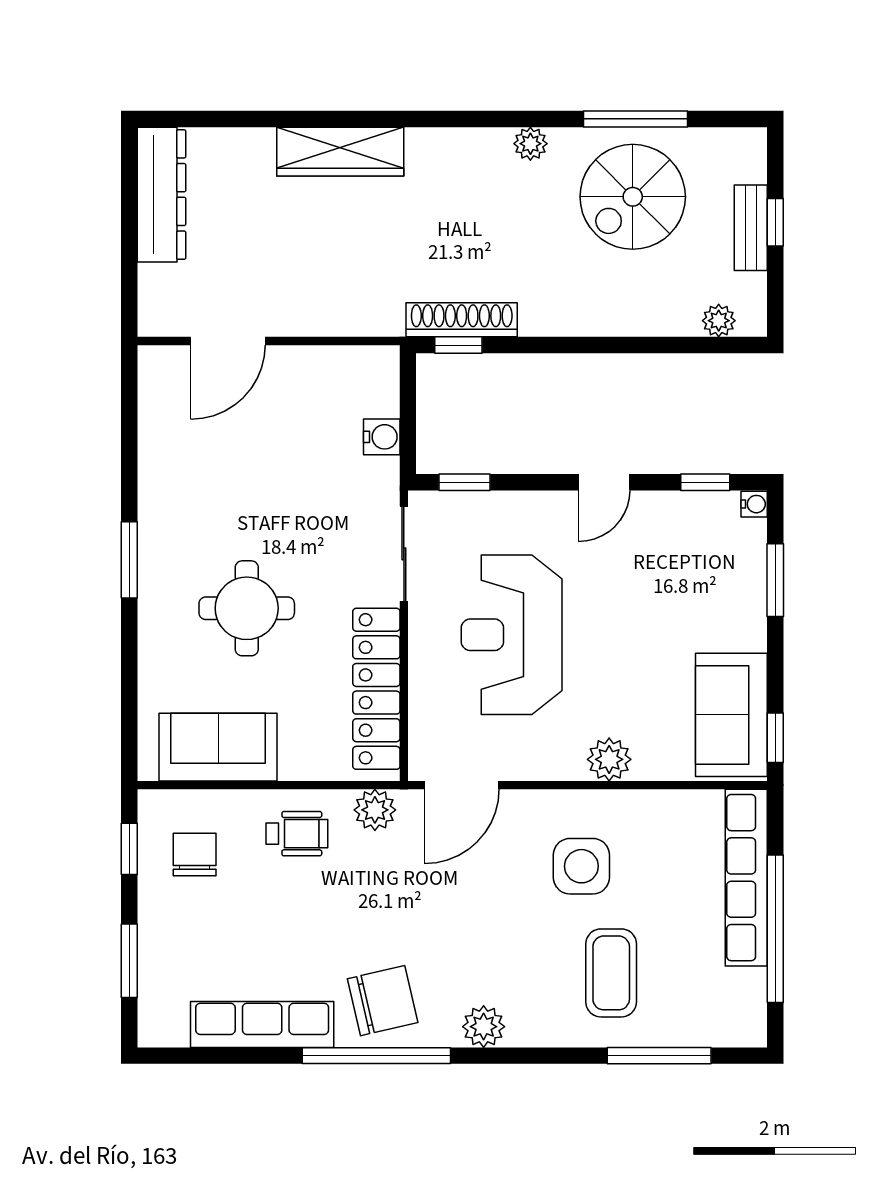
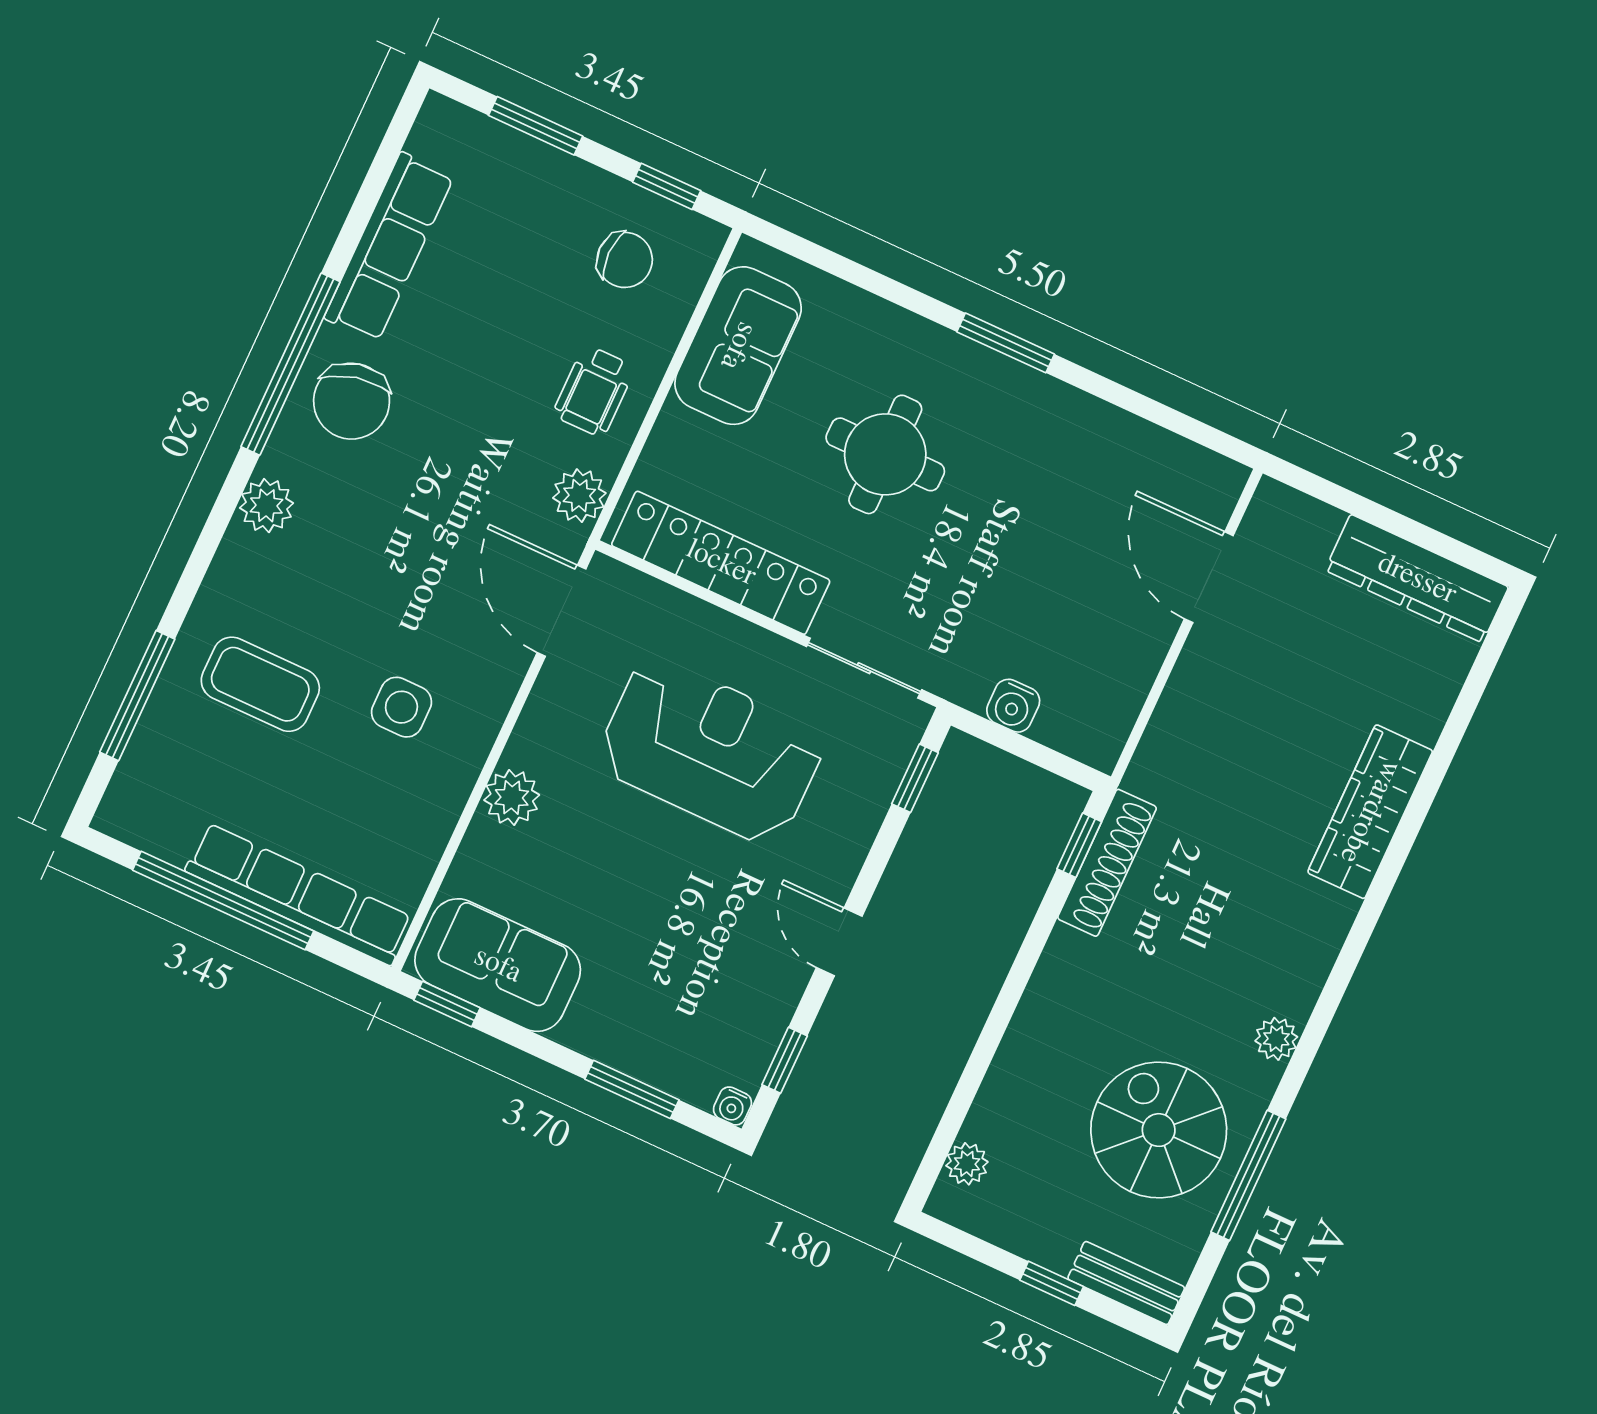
bench: (751, 228) -> (1126, 1283), moved
side table: (581, 866) -> (401, 707), width x0.73, depth x0.73

